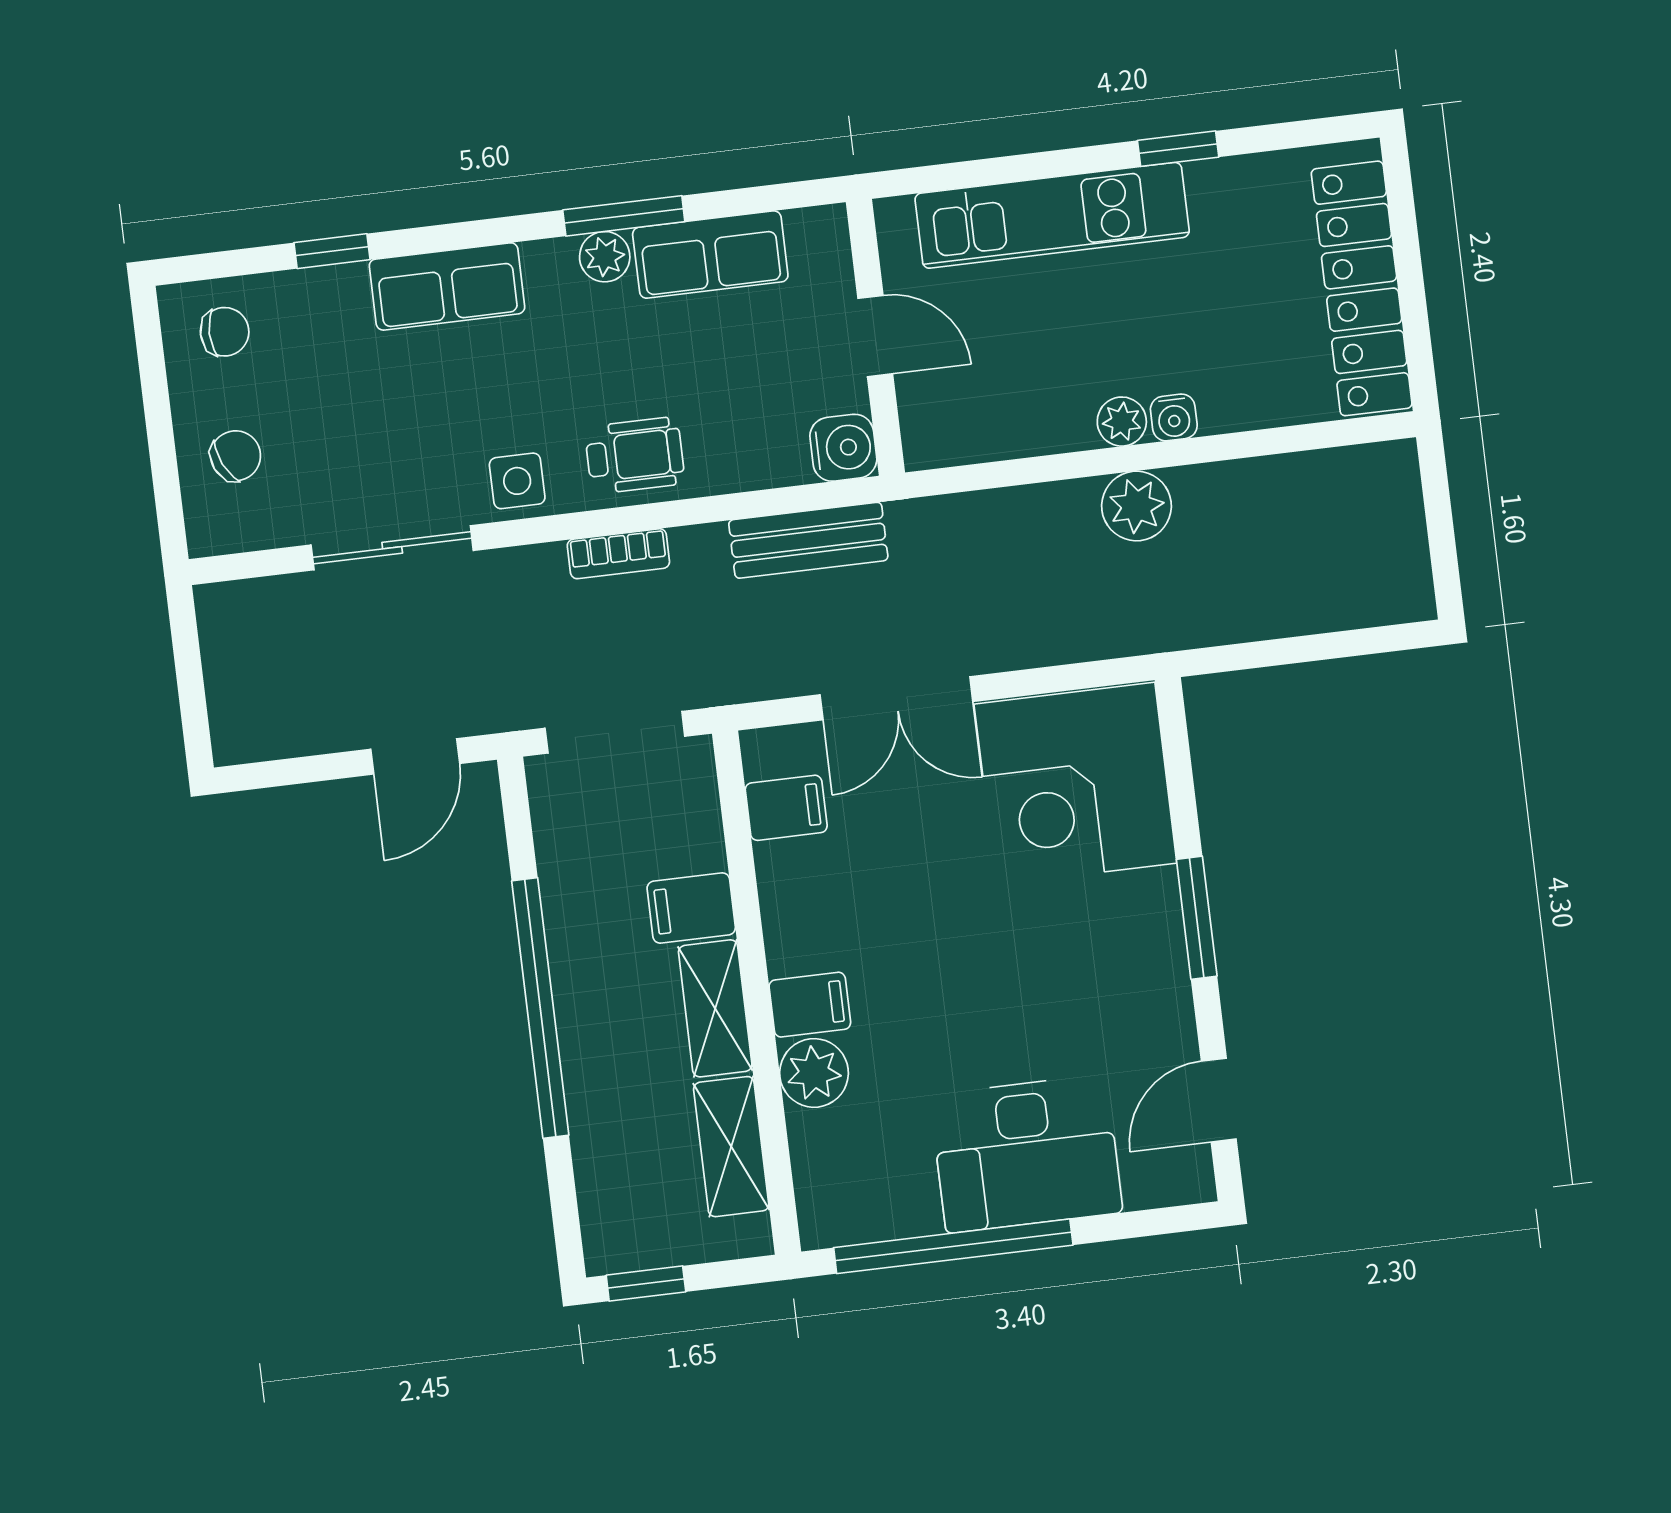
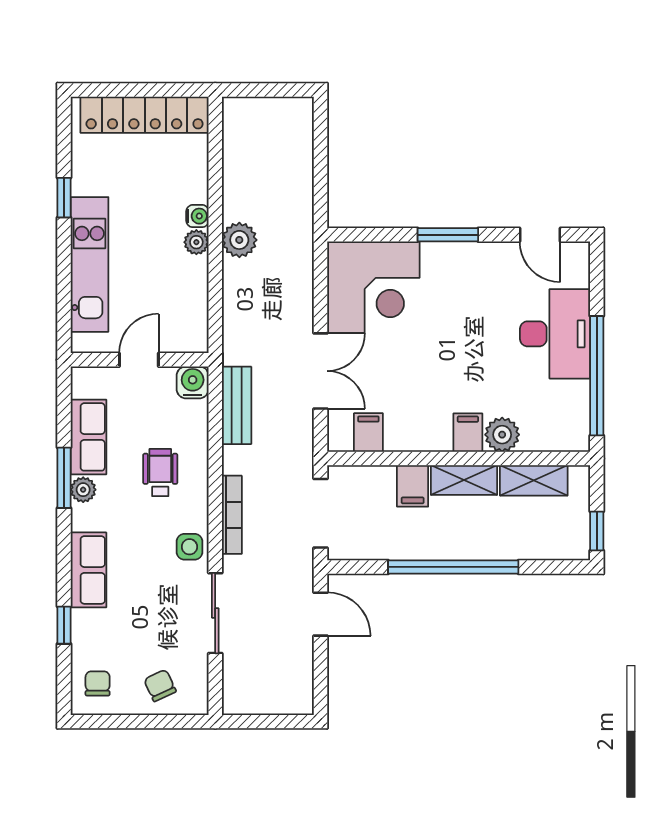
wheelchair: (635, 455) -> (160, 473), moved
bookcase: (618, 554) -> (232, 515), width x1.56

